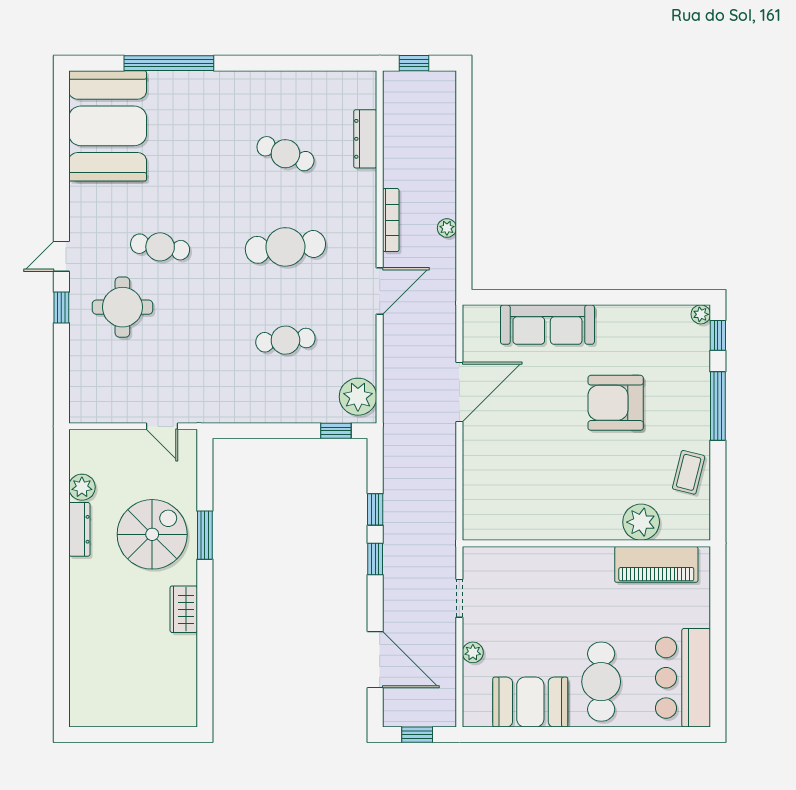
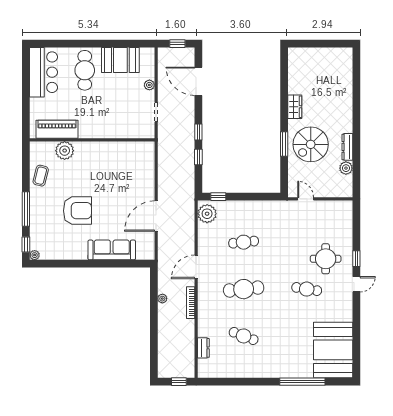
dresser: (365, 139) -> (203, 348), width x0.70

